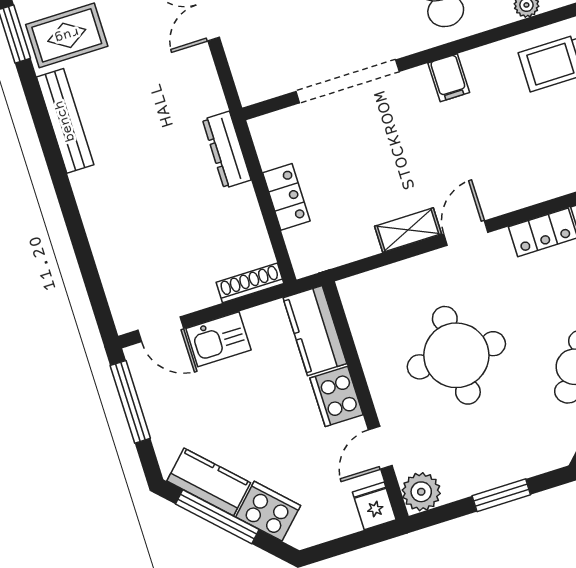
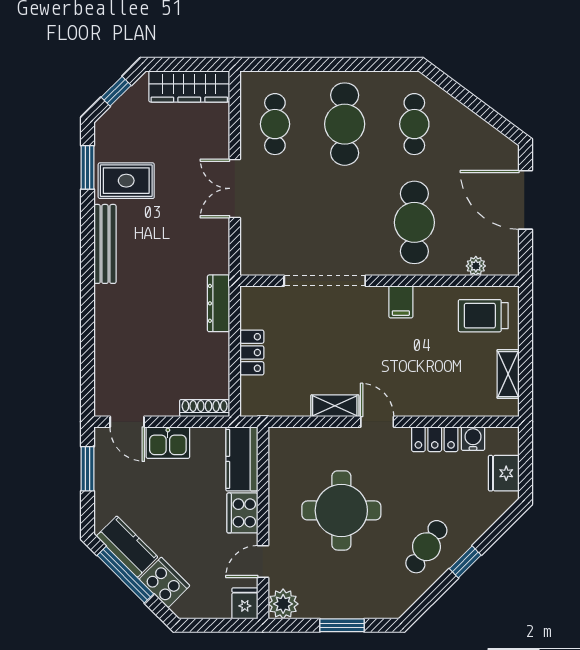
door: (466, 233) -> (377, 422), hinge flipped
window: (130, 402) -> (87, 469), width x0.69

